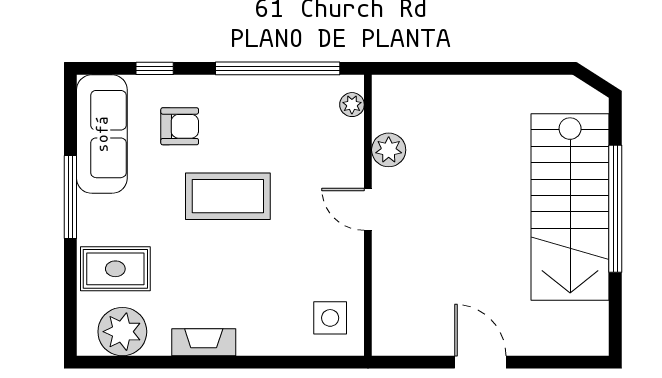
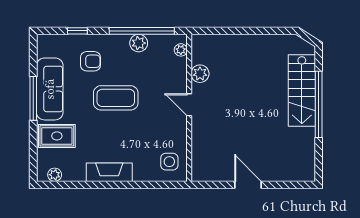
plant: (272, 91) -> (139, 43), added
sofa: (102, 134) -> (50, 89), moved
stairs: (570, 207) -> (302, 91), width x0.73, depth x0.66
plant: (122, 332) -> (55, 175), width x0.53, depth x0.53
fireplace: (204, 342) -> (109, 172), width x1.37, depth x1.32

